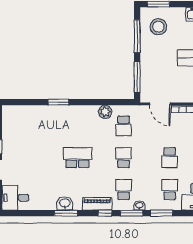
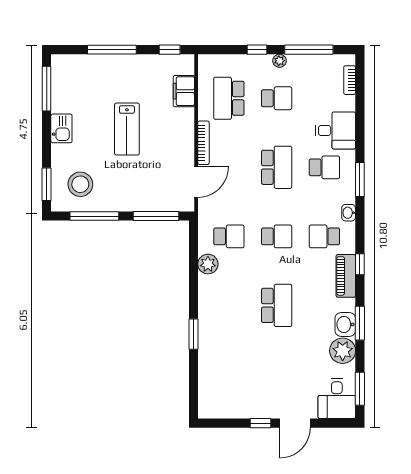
school desk: (78, 158) -> (277, 305), turned 180
school desk: (124, 158) -> (277, 236), turned 180
school desk: (170, 158) -> (277, 167), width x1.85
school desk: (170, 189) -> (324, 167), turned 180
plant: (47, 202) -> (343, 351), added
window: (132, 213) -> (360, 389), moved

